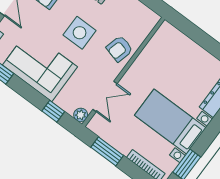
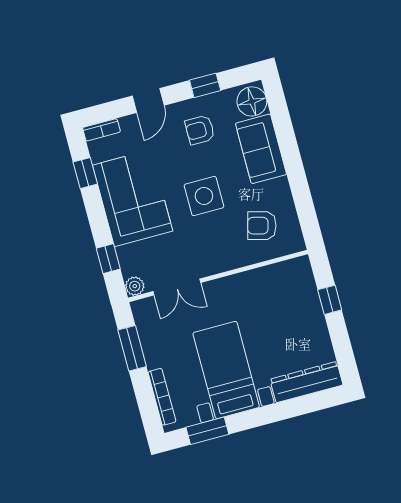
window: (197, 35) -> (330, 300), added
armchair: (119, 49) -> (262, 226), moved

